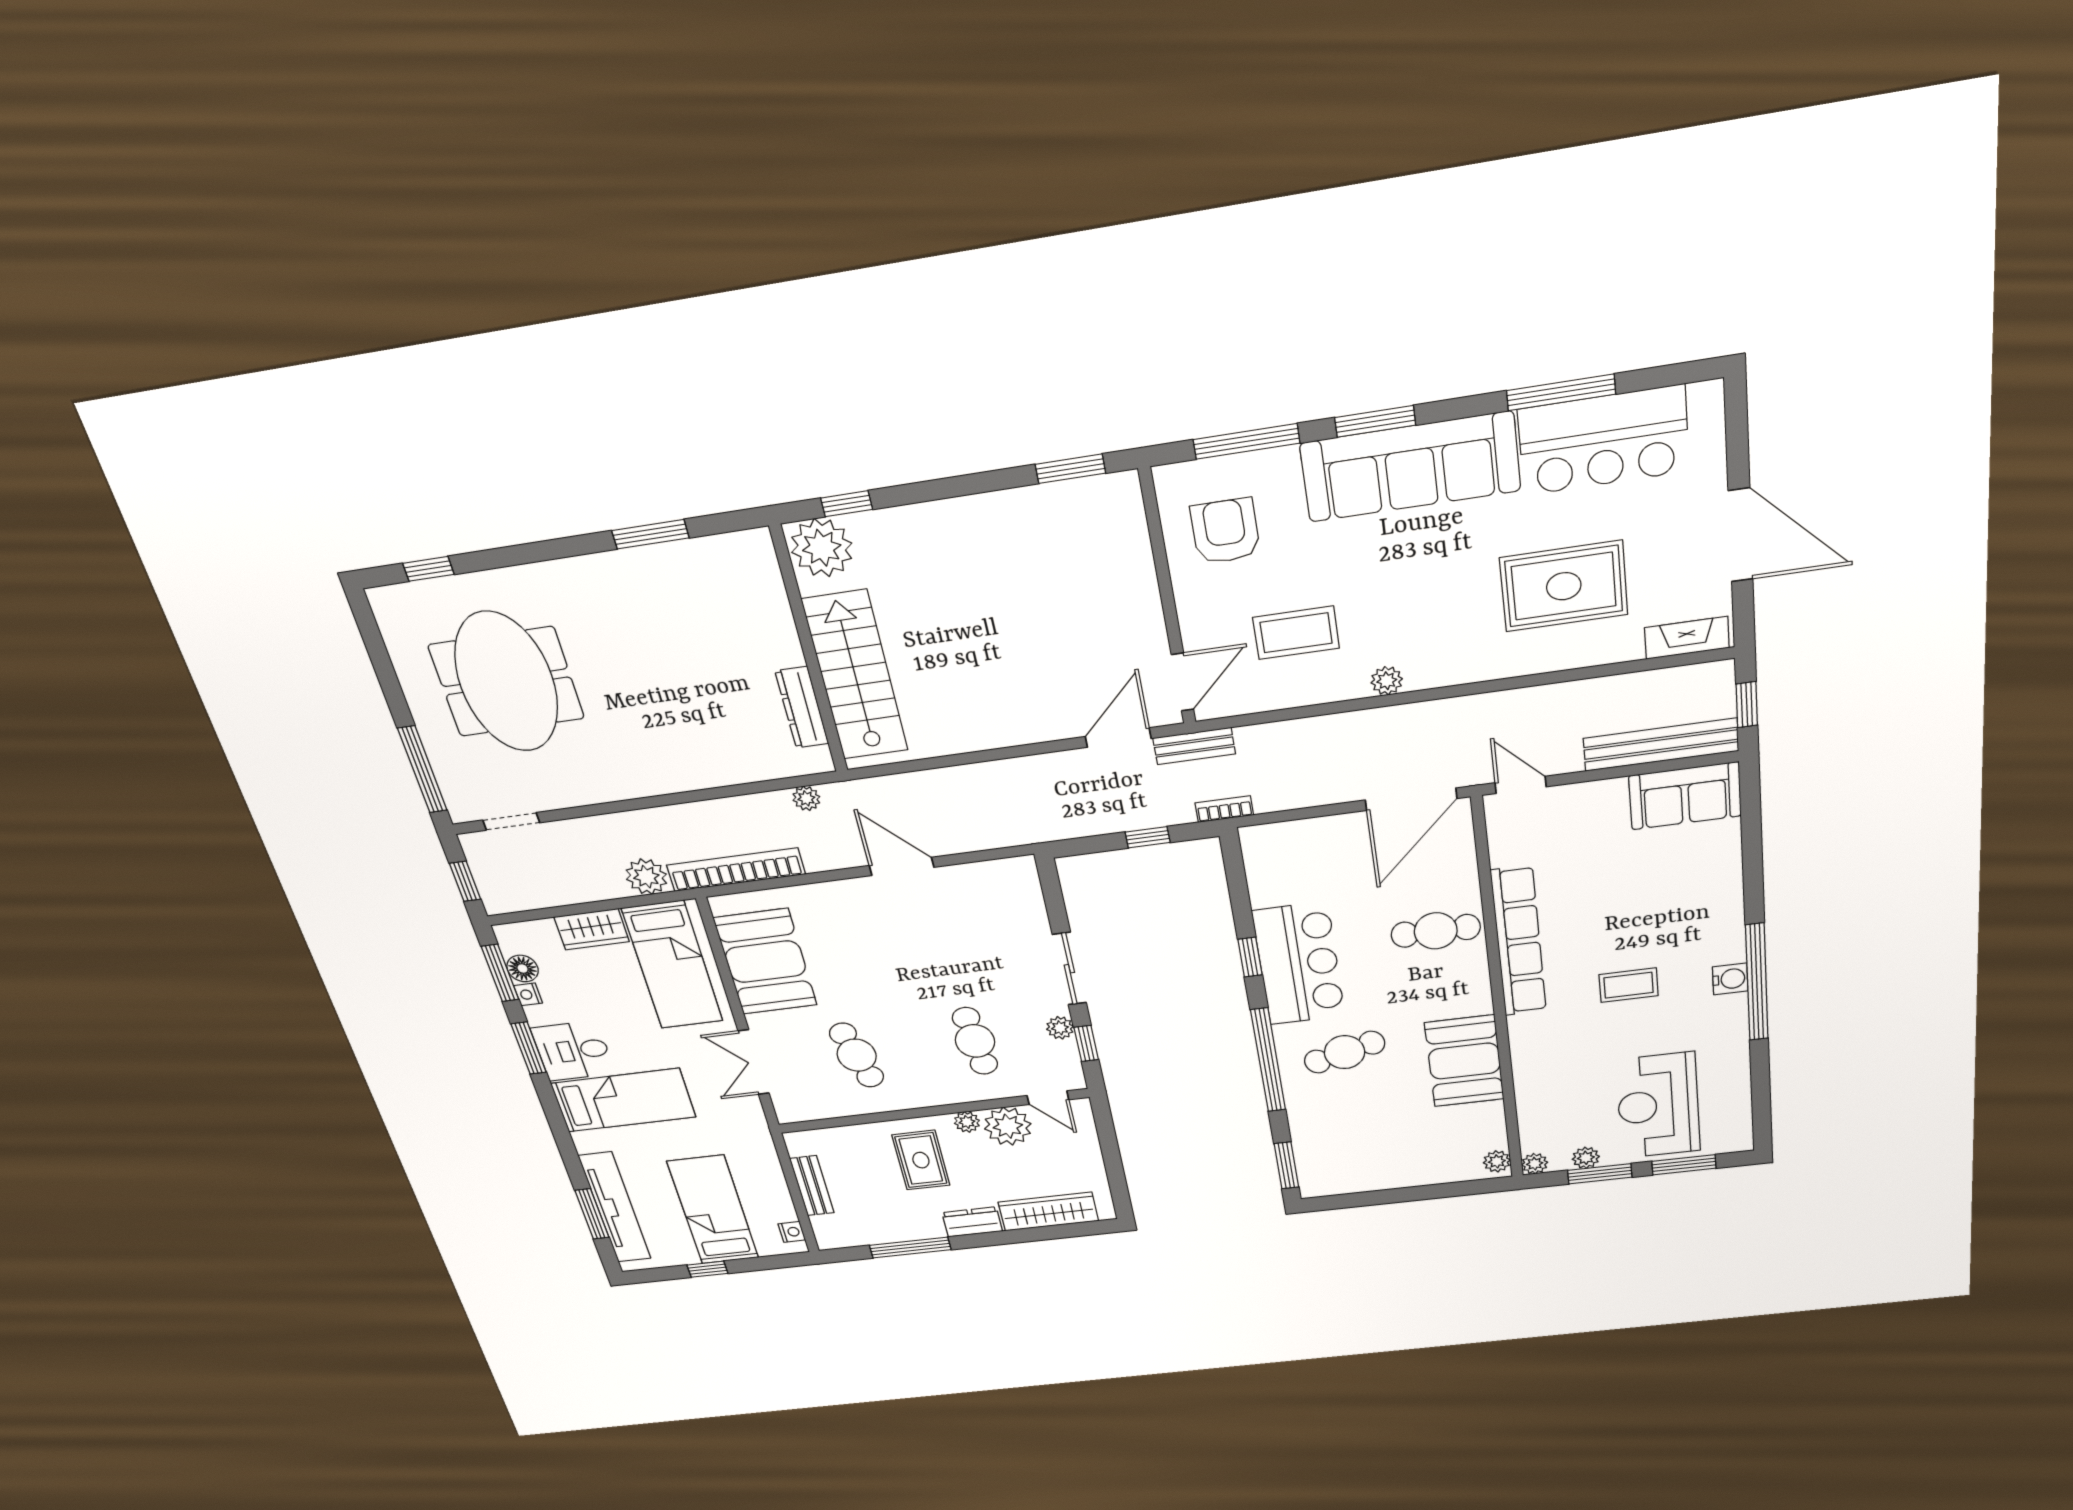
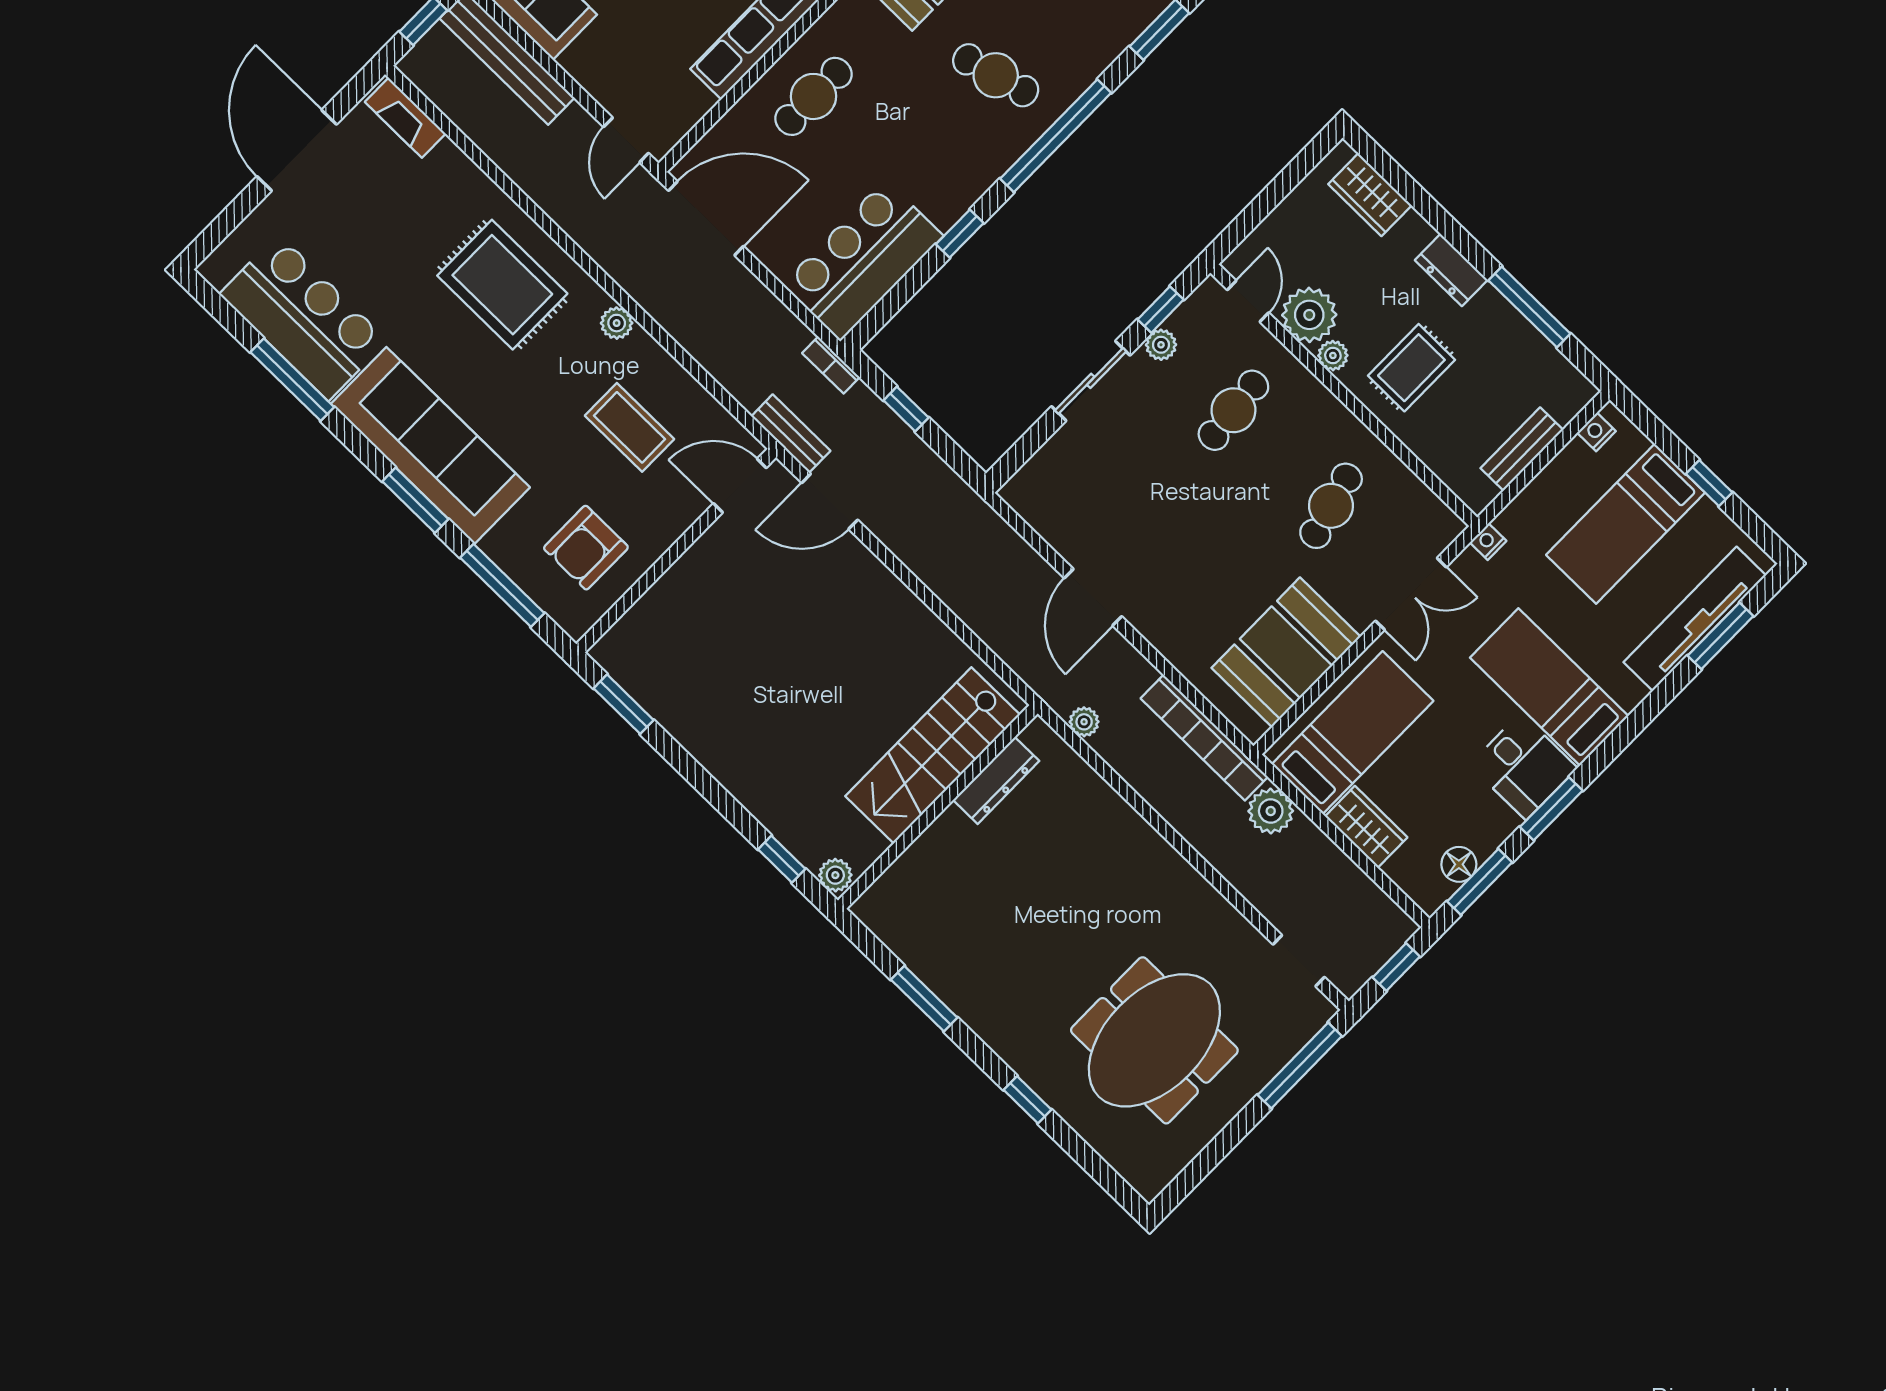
plant: (822, 548) -> (835, 875), width x0.53, depth x0.53
window: (428, 569) -> (1028, 1100), moved
rug: (1564, 586) -> (502, 285), moved
cafe table: (1436, 931) -> (813, 96), turned 90
bar counter: (1299, 964) -> (863, 260), moved
nightstand: (528, 994) -> (1488, 542), moved, turned 180
wardrobe: (1048, 1212) -> (1370, 195), width x0.67

